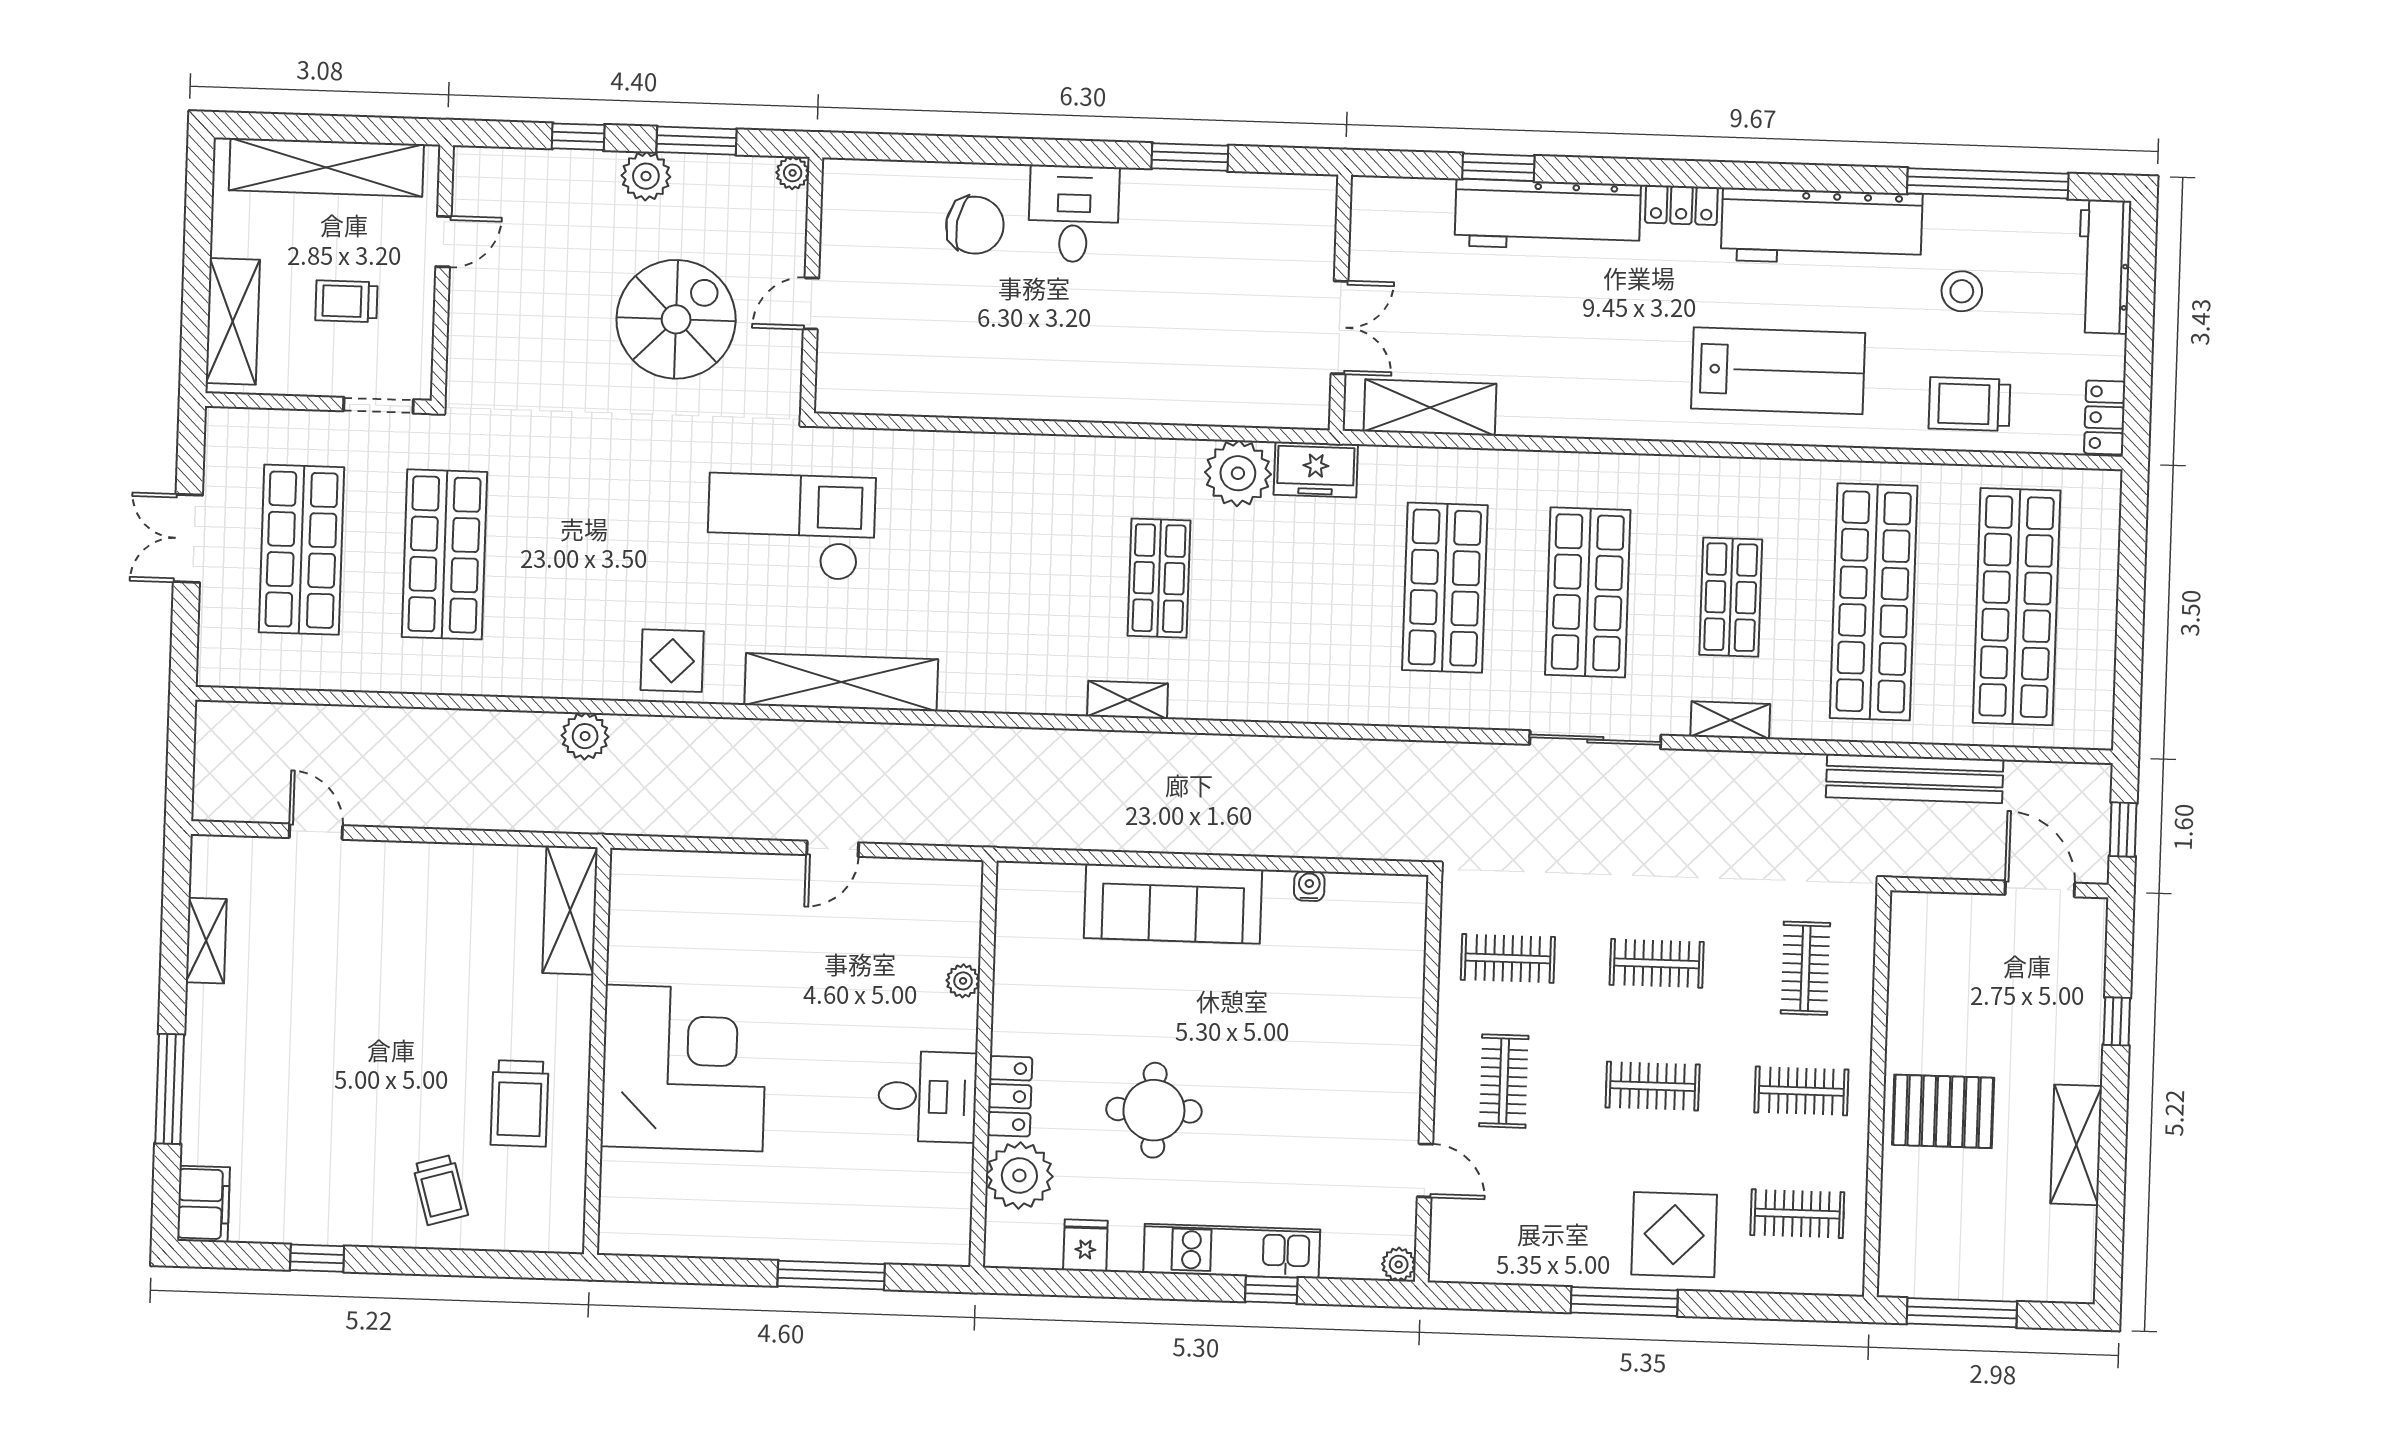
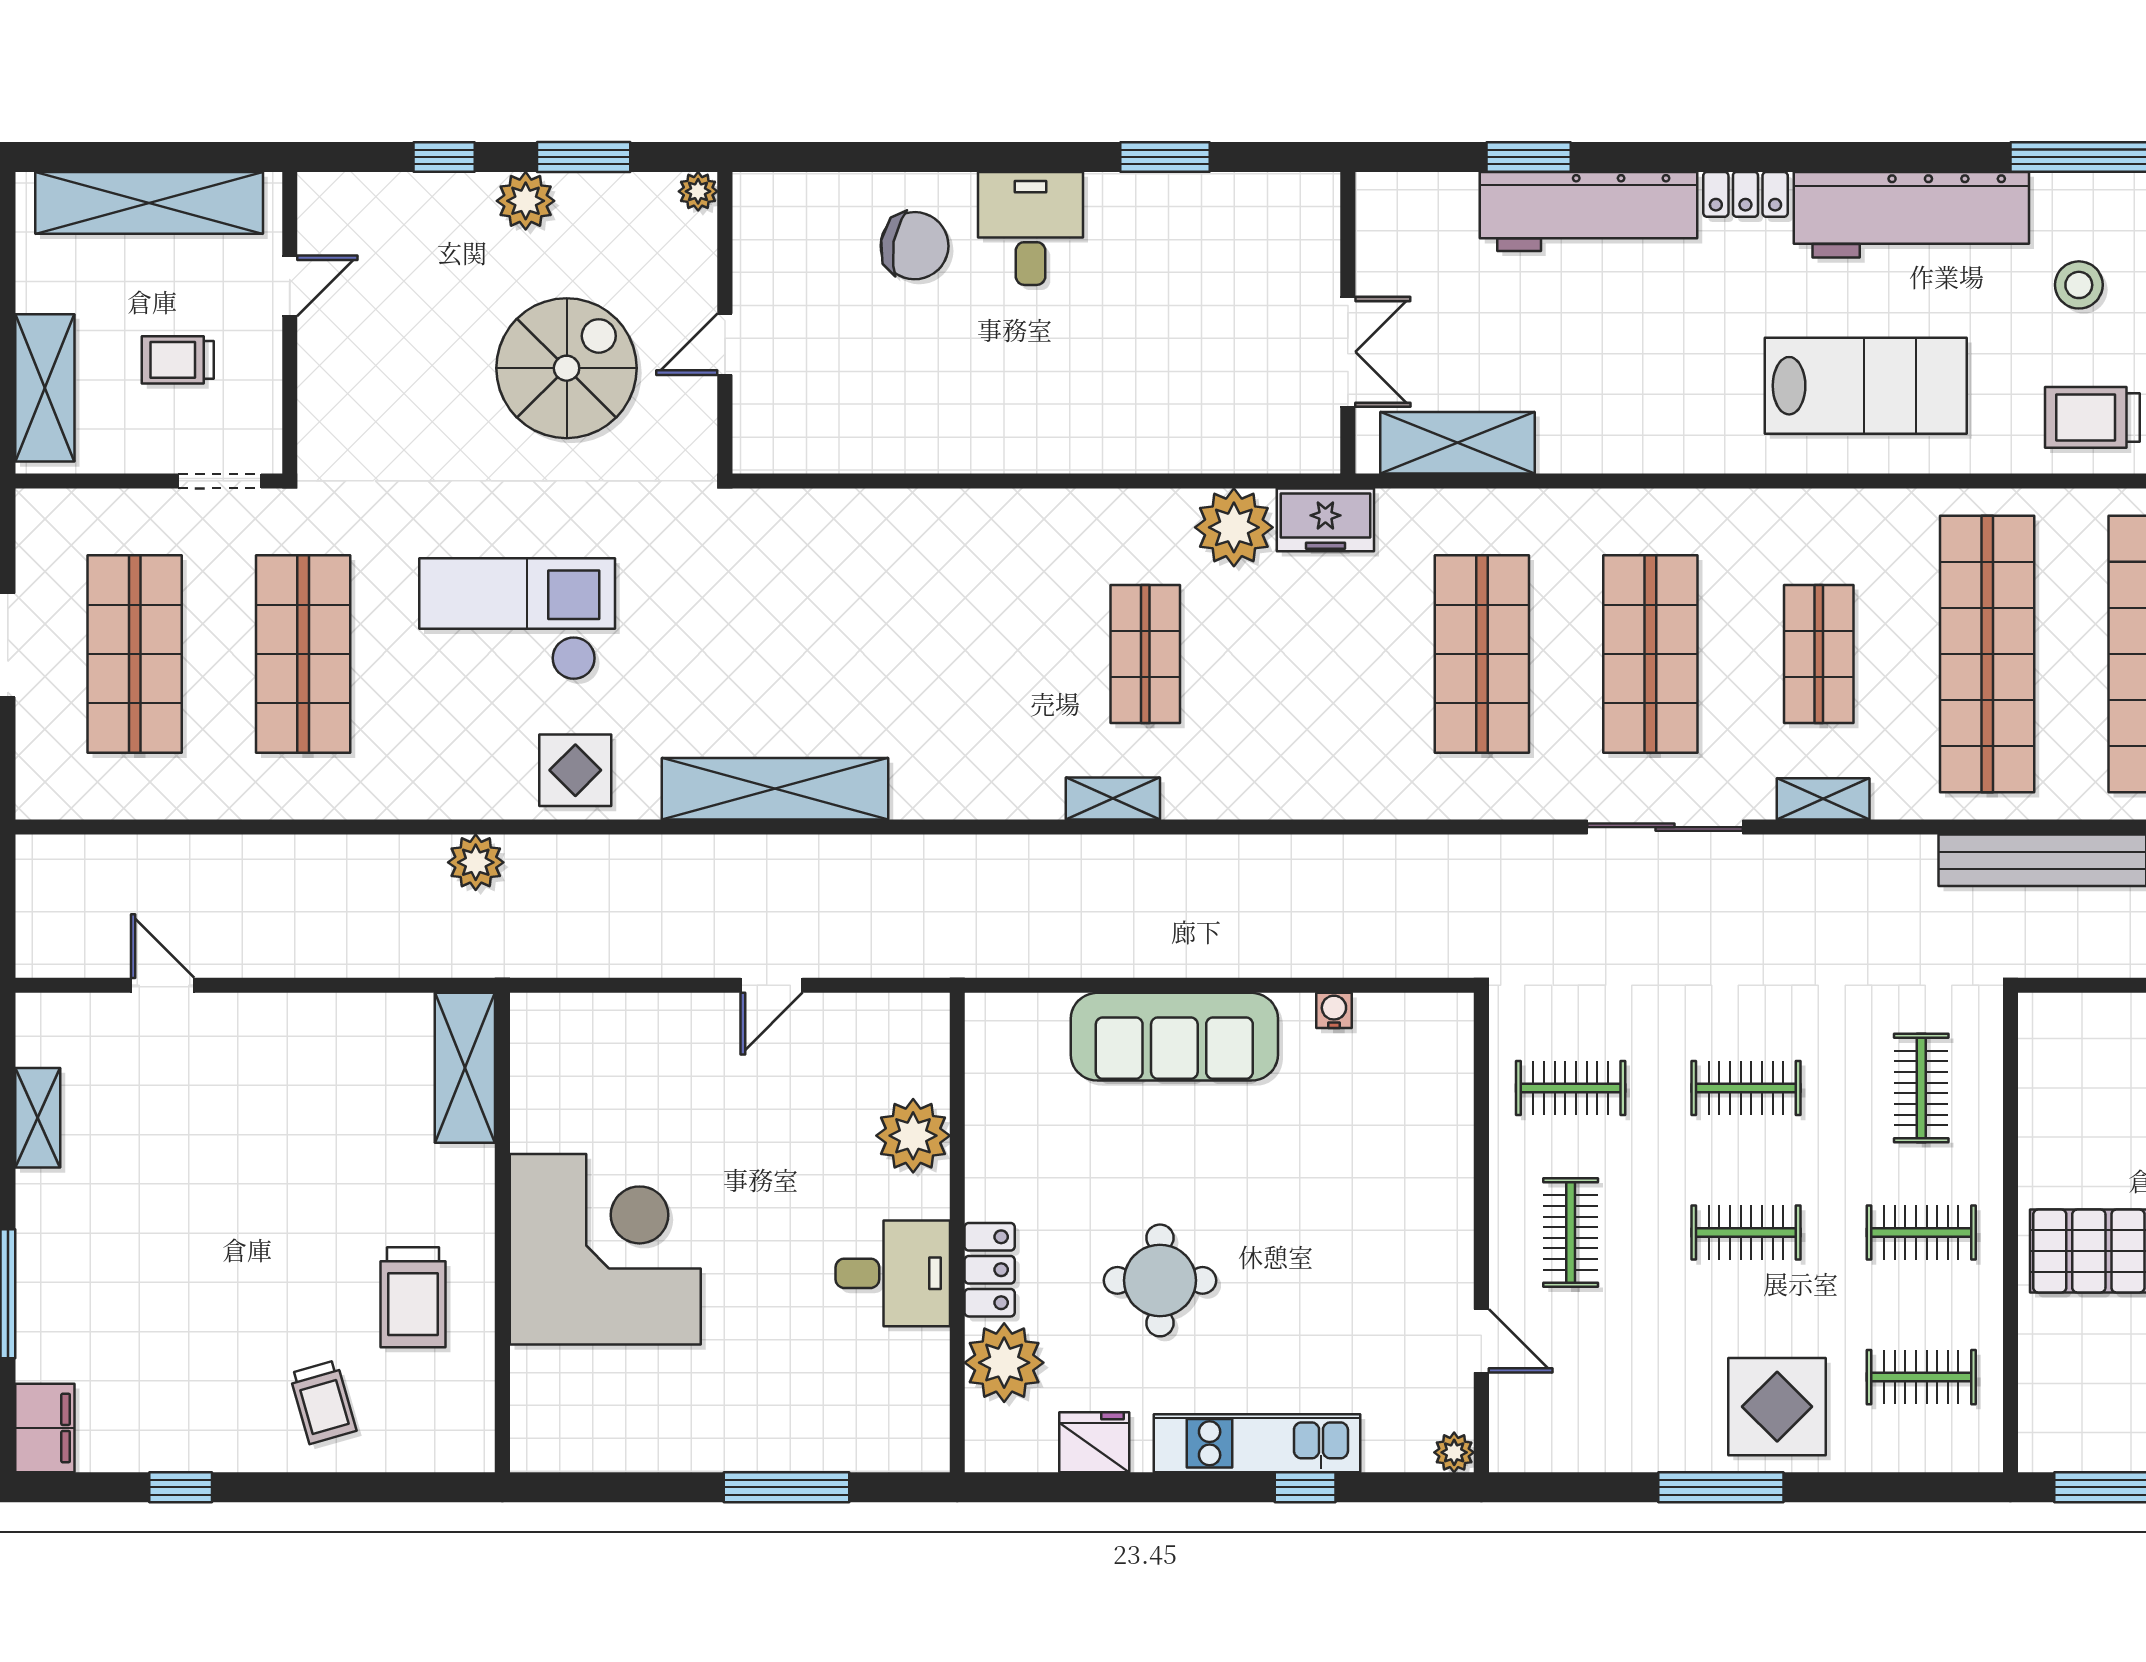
checkout: (791, 527) -> (517, 619), moved
plant: (963, 981) -> (913, 1136), width x1.87, depth x1.87
fridge: (1085, 1245) -> (1094, 1442), width x1.38

